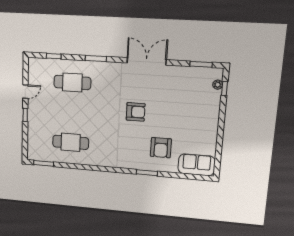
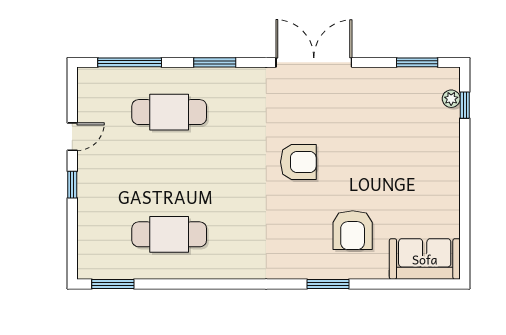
window: (54, 56) -> (130, 62), width x2.17

